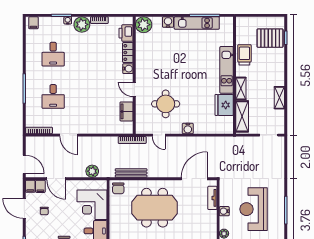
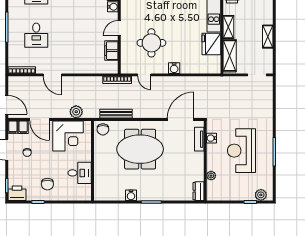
door: (134, 89) -> (119, 28), hinge flipped
corner desk: (92, 205) -> (68, 136), moved, turned -90
water cooler: (224, 211) -> (211, 138), moved

